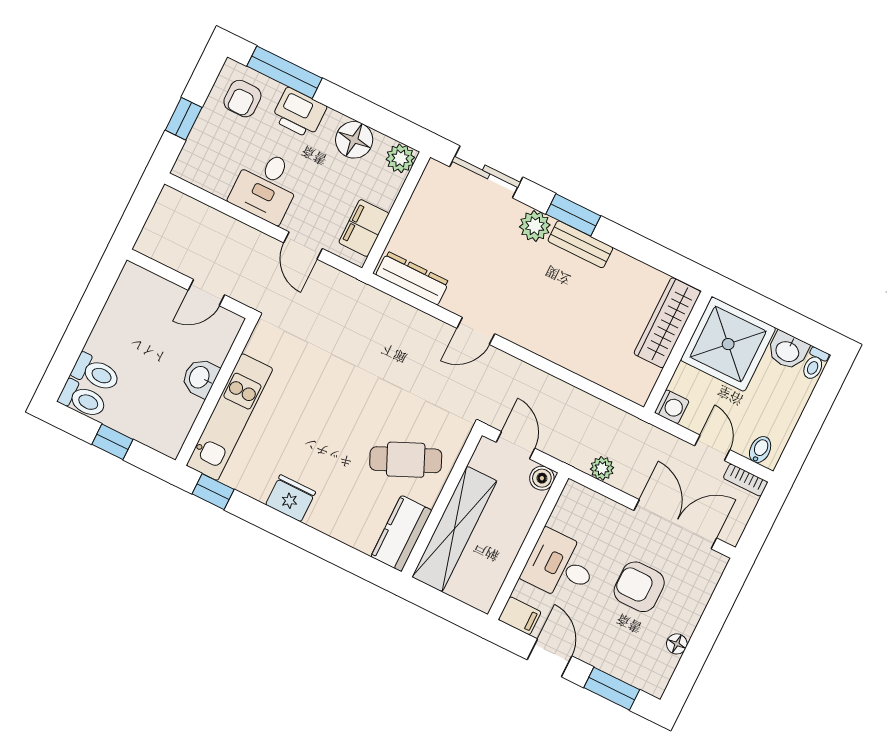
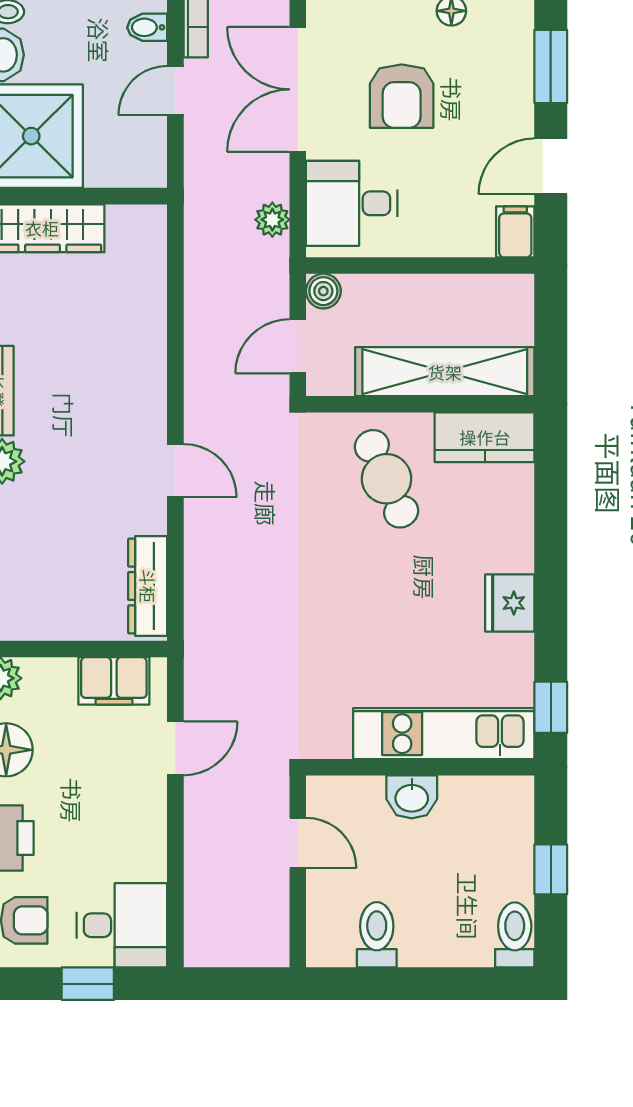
desk: (266, 186) -> (122, 925), moved
toilet: (96, 373) -> (377, 935), moved
washing machine: (672, 407) -> (148, 169), removed
desk: (560, 566) -> (352, 203), moved, turned 90

